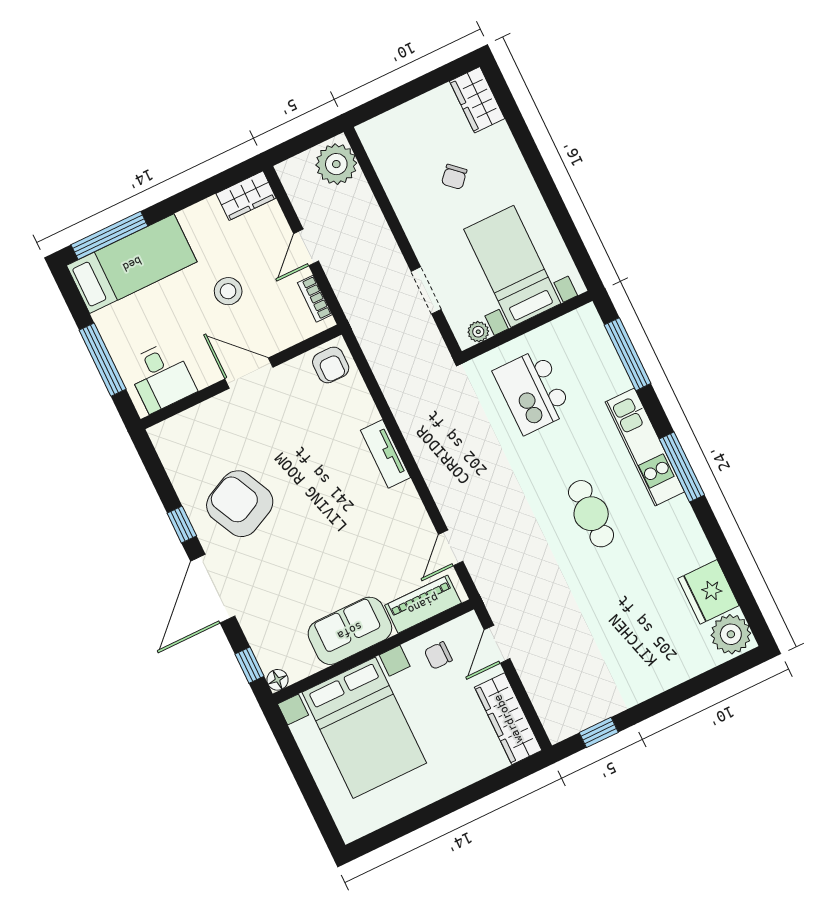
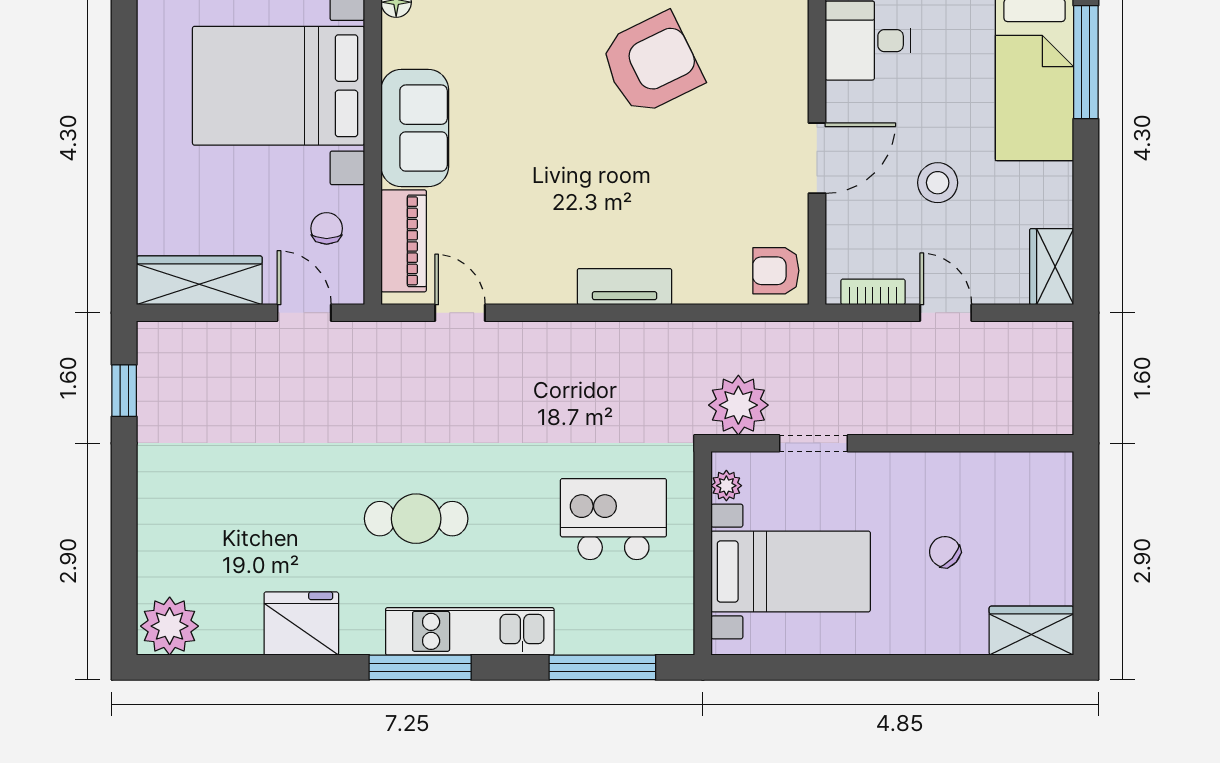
plant: (336, 164) -> (738, 405), moved
fridge: (709, 592) -> (301, 624), moved

